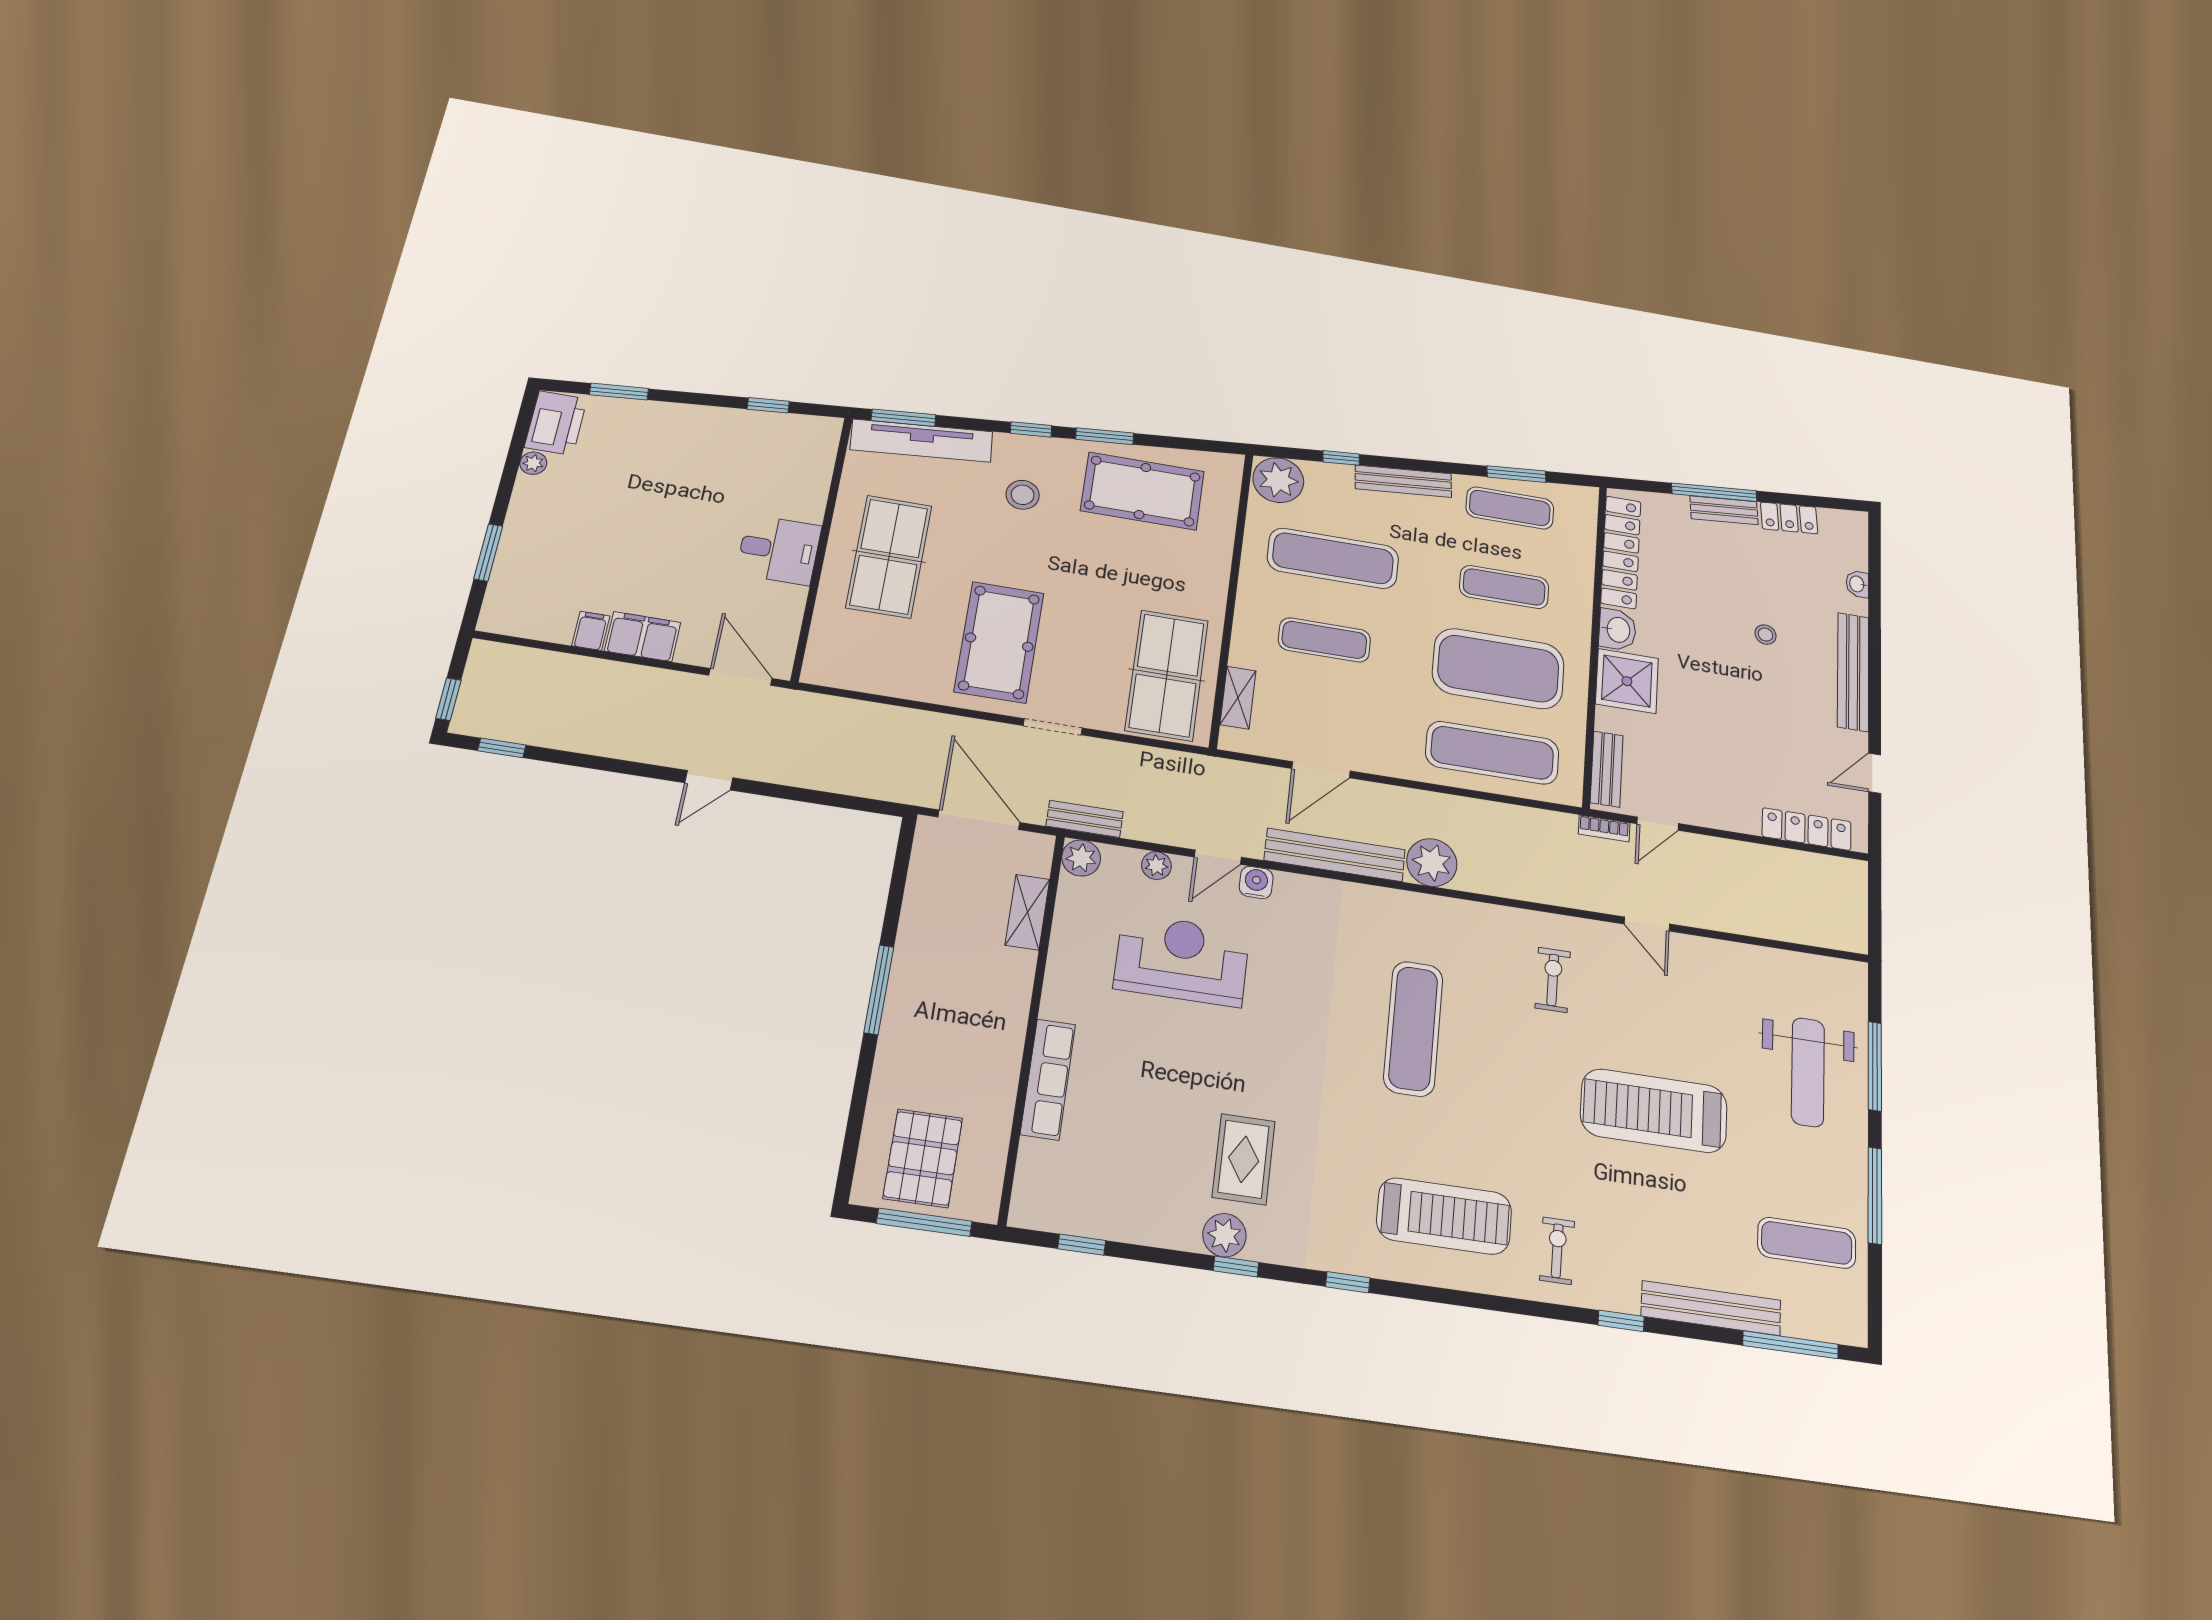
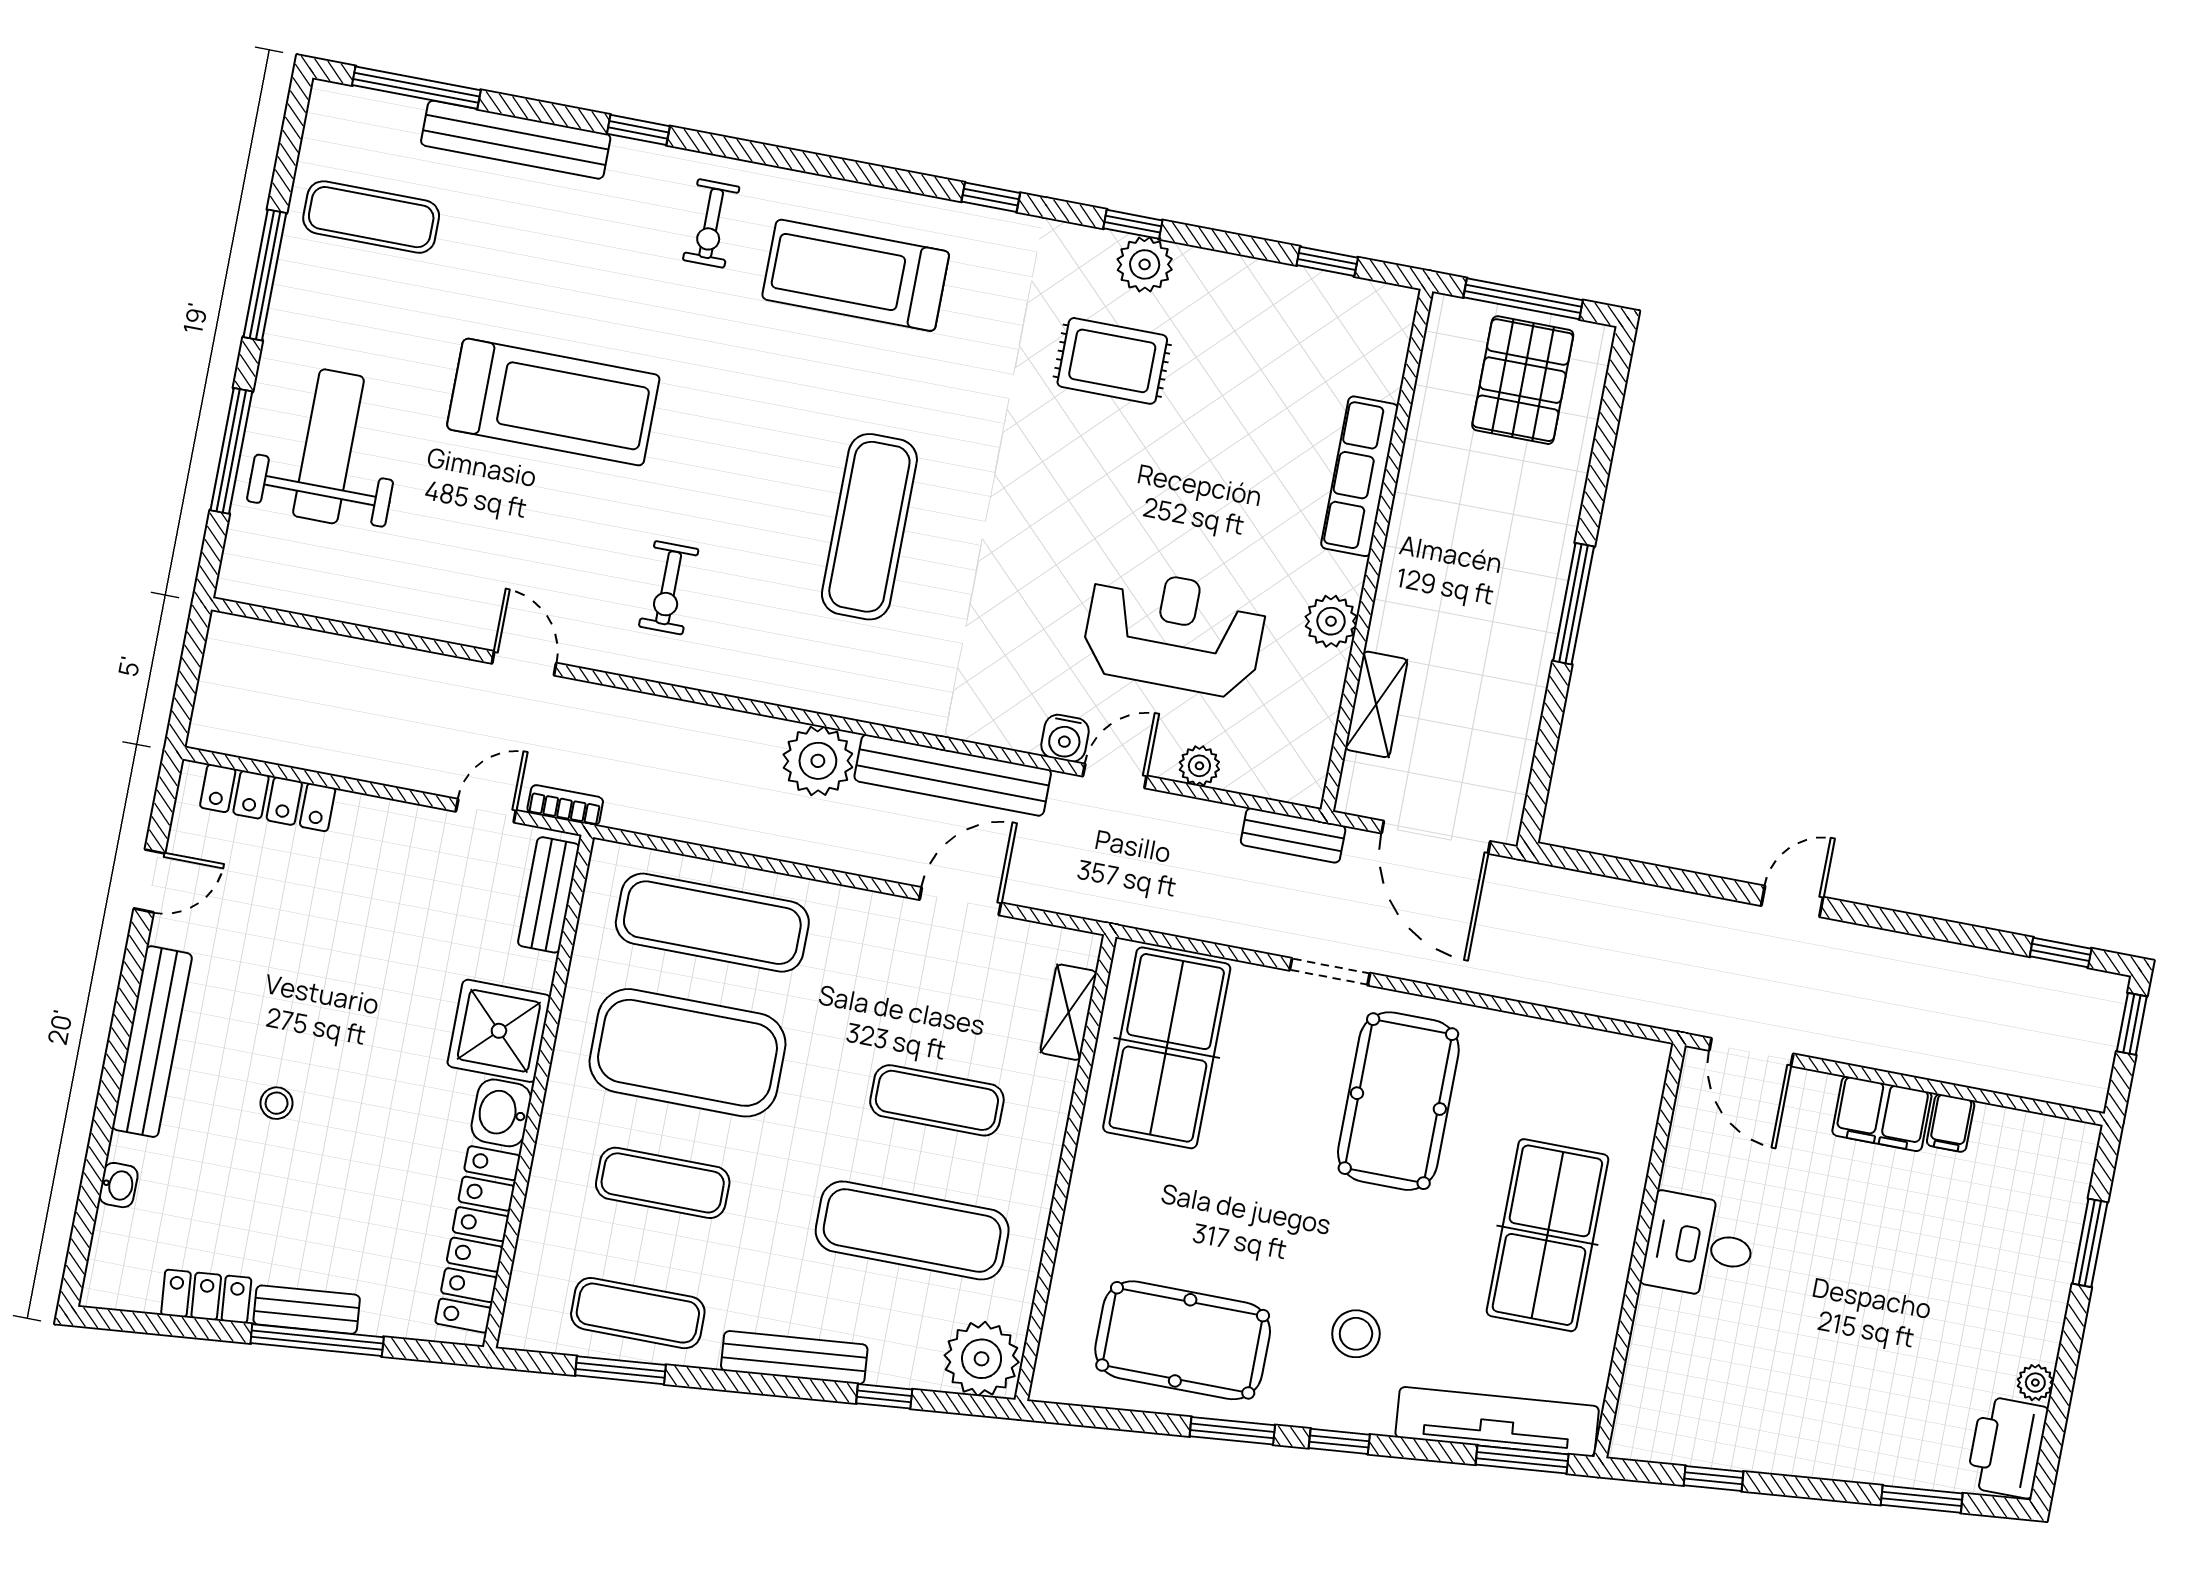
plant: (1081, 858) -> (1331, 621), moved
reception desk: (1182, 960) -> (1174, 632), turned 180
rug: (1244, 1159) -> (1112, 361), turned 90

